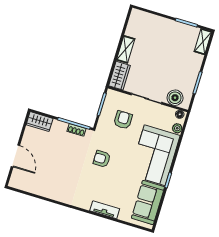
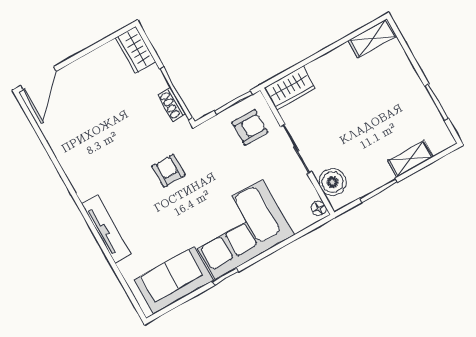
shelving: (203, 42) -> (410, 159), moved
shelving: (126, 49) -> (372, 38), moved
armchair: (123, 120) -> (250, 127), moved
plant: (177, 128) -> (299, 223), removed
door: (15, 156) -> (39, 78), moved
tv unit: (105, 210) -> (106, 229), width x1.41

